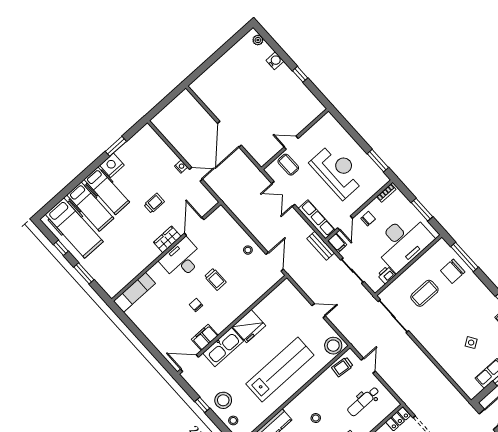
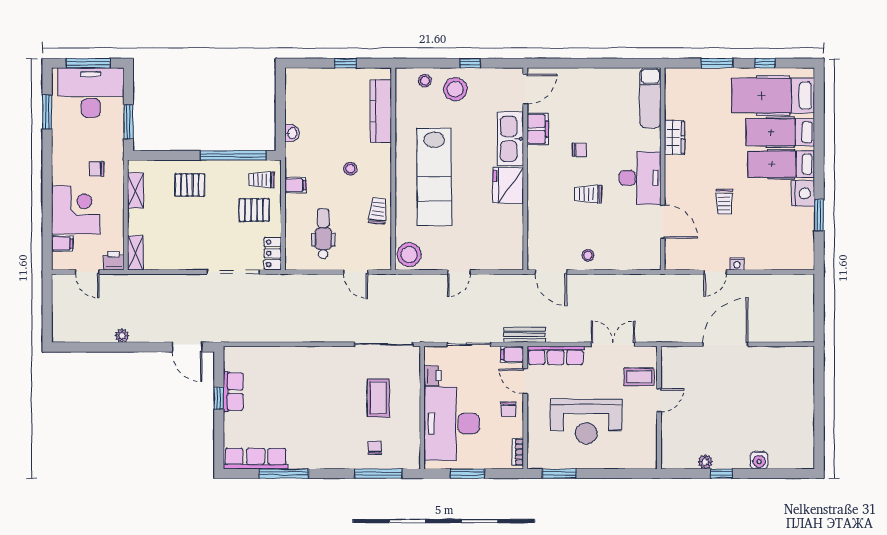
plant: (258, 40) -> (705, 462), moved
door: (229, 134) -> (725, 344), hinge flipped
wardrobe: (167, 239) -> (674, 137), moved
chair: (453, 271) -> (375, 448), width x0.54, depth x0.54
side table: (471, 343) -> (283, 400), removed
trolley: (342, 367) -> (378, 211), moved

